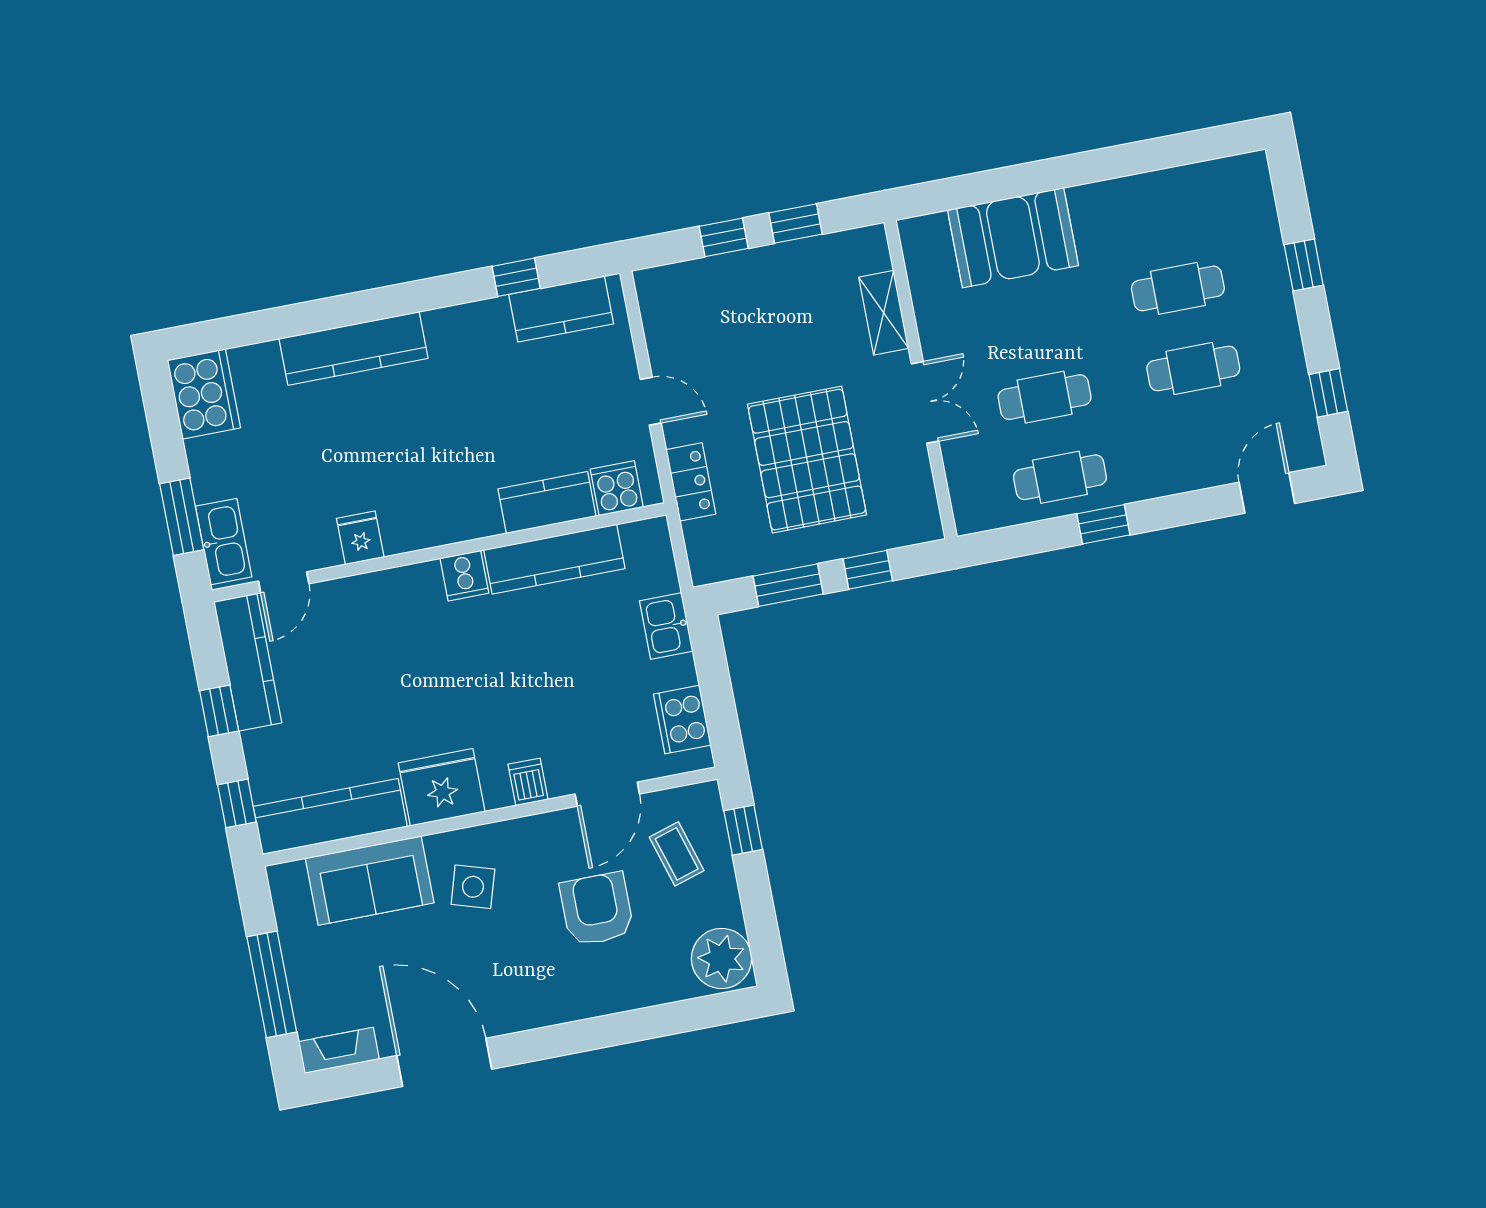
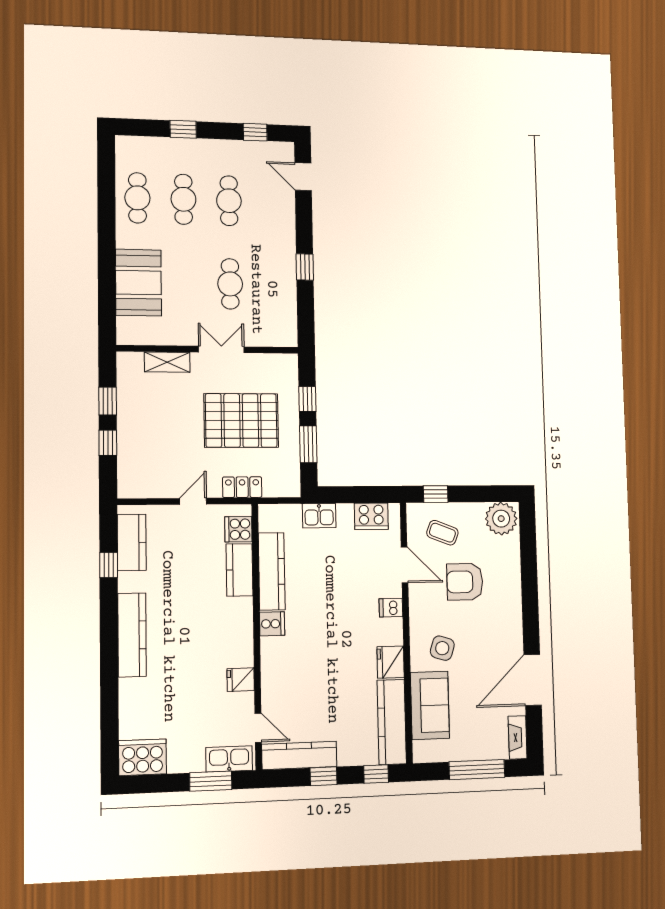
kitchen counter: (354, 348) -> (132, 635), moved
cafe table: (1060, 477) -> (137, 198), moved
fridge: (442, 787) -> (391, 662), width x0.73, depth x0.75
coffee table: (677, 854) -> (442, 533), turned 38

